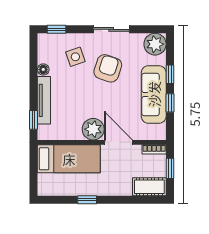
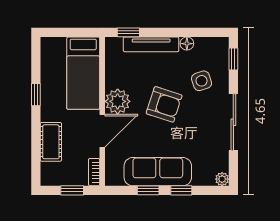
sliding door: (111, 29) -> (233, 122), width x1.37
plant: (155, 44) -> (222, 179), width x0.53, depth x0.53
armchair: (108, 68) -> (164, 104), moved
cot: (149, 187) -> (51, 142), moved

